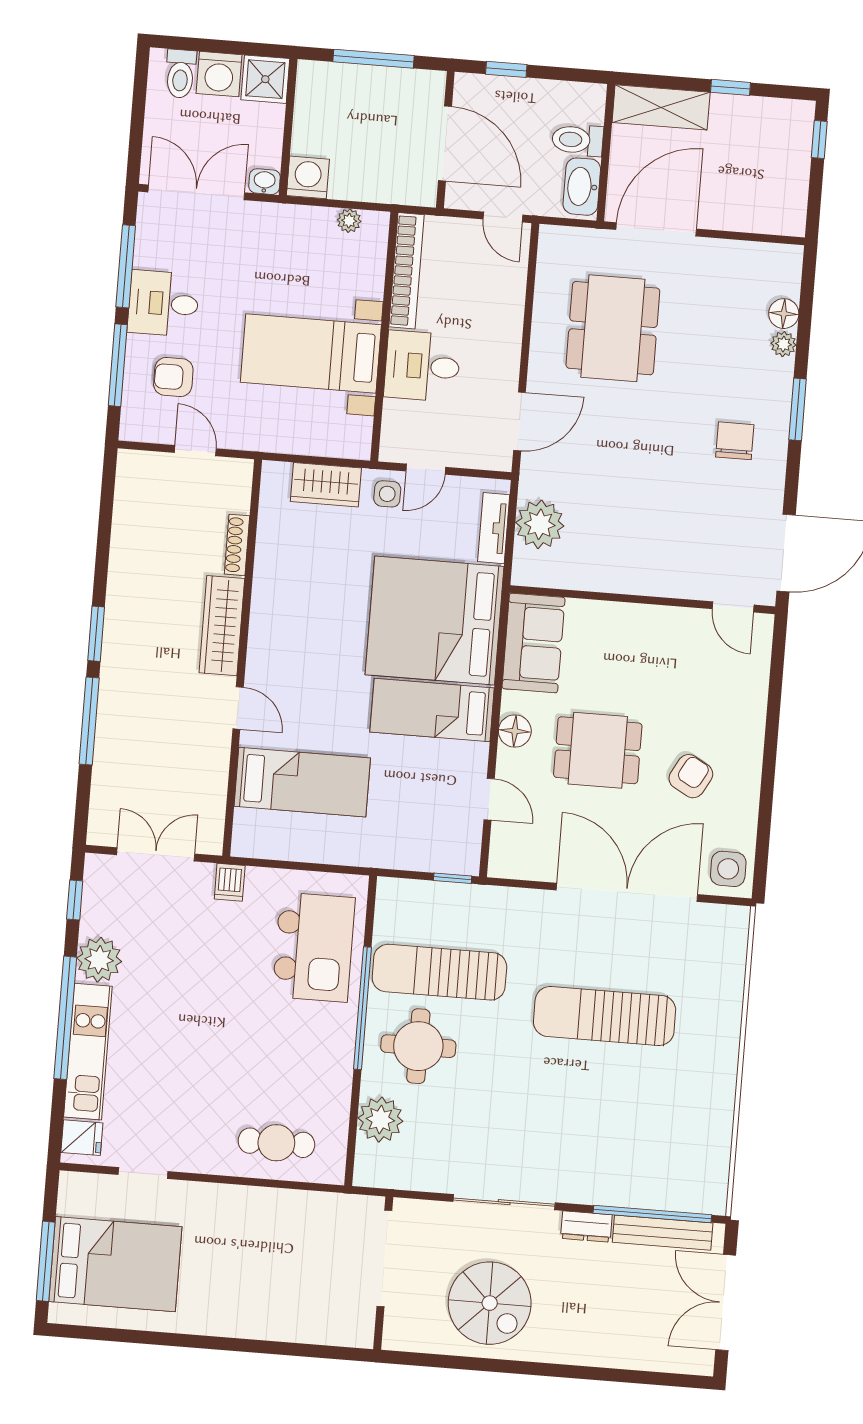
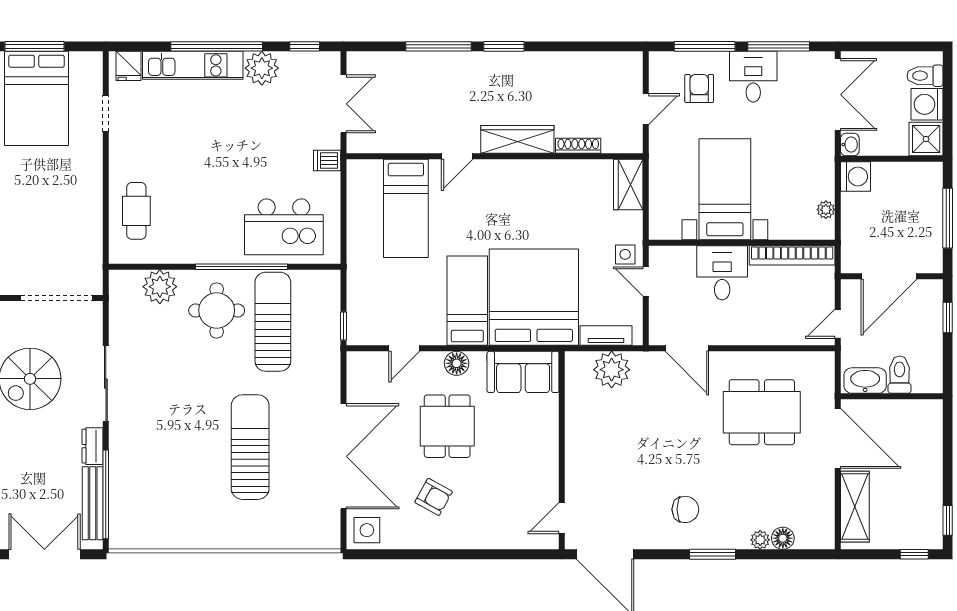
window: (730, 87) -> (948, 520), moved
shelving: (661, 107) -> (855, 507), moved
wardrobe: (326, 485) -> (628, 185), moved

